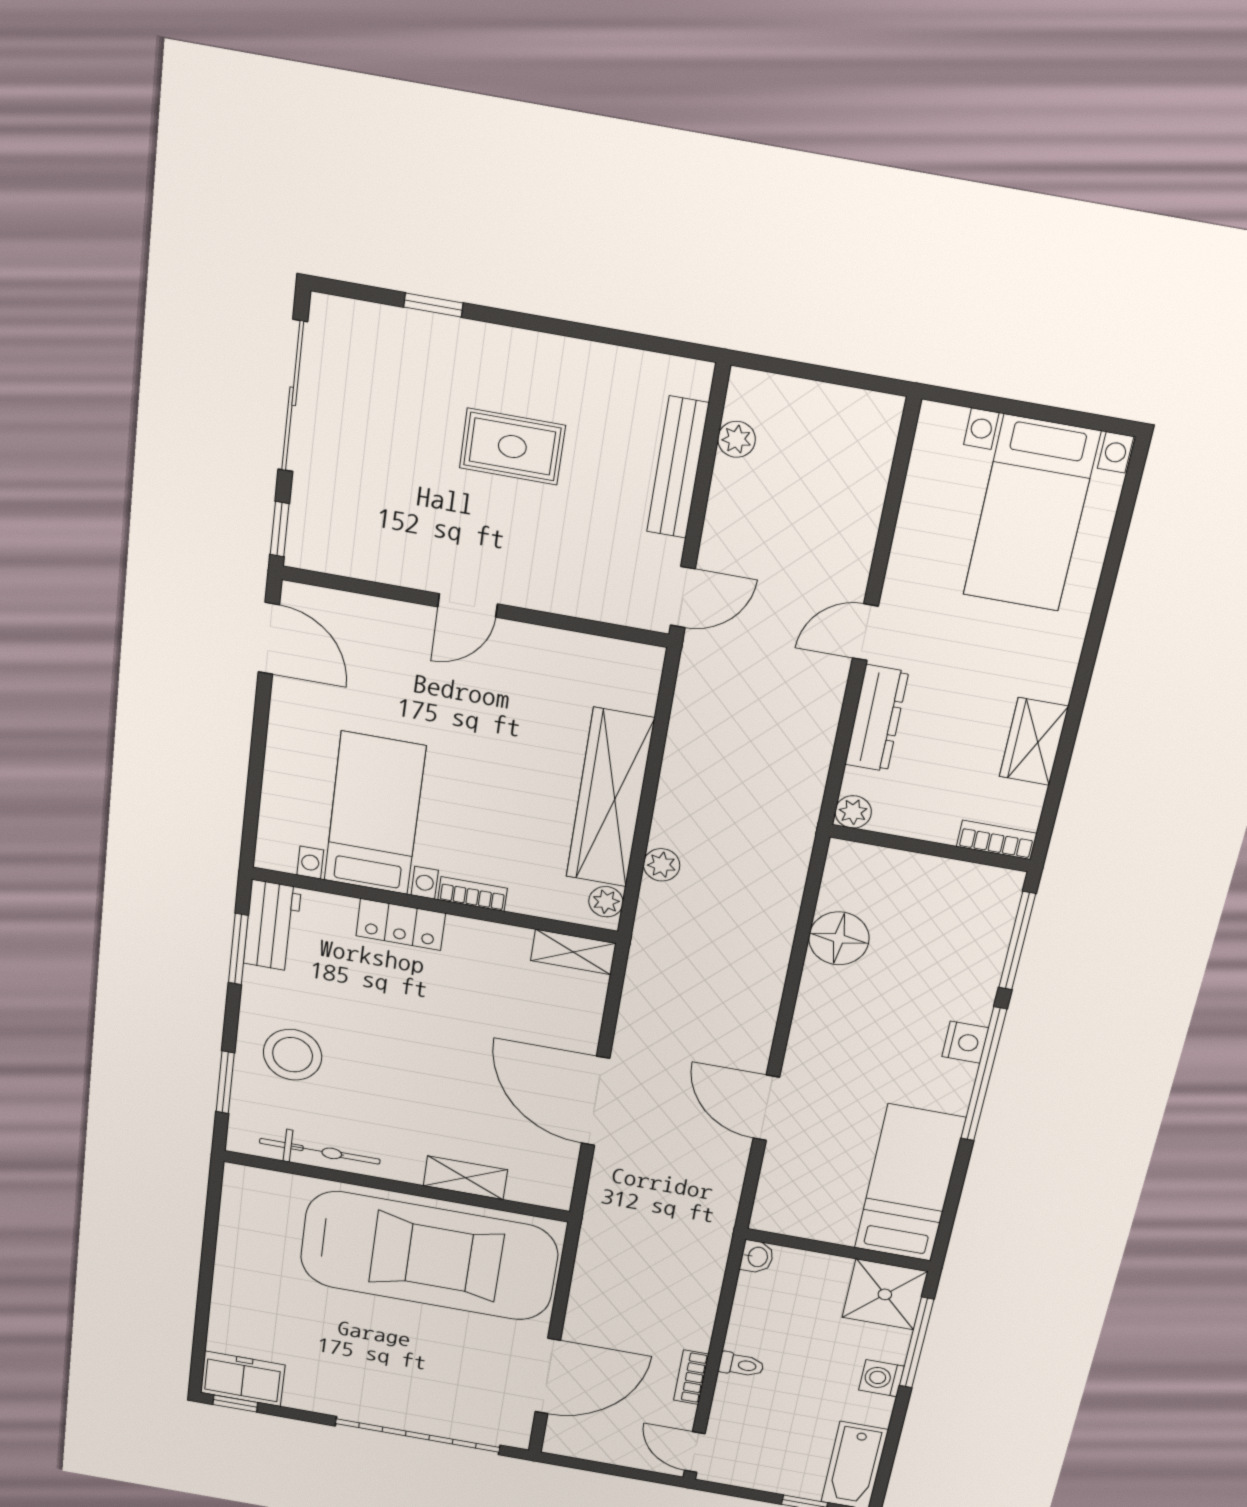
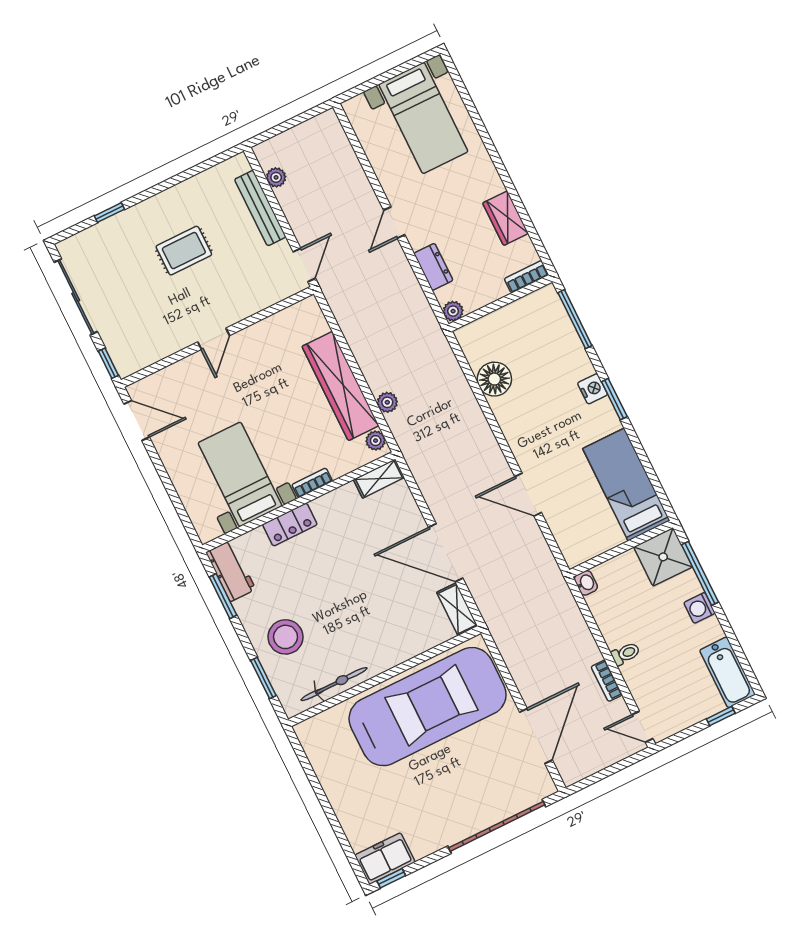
dresser: (877, 718) -> (433, 267), width x0.70
window: (984, 1074) -> (614, 399), width x0.47
shelving: (465, 1178) -> (457, 609), moved, turned 90

